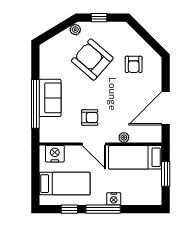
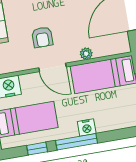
armchair: (90, 117) -> (42, 37), turned 90

